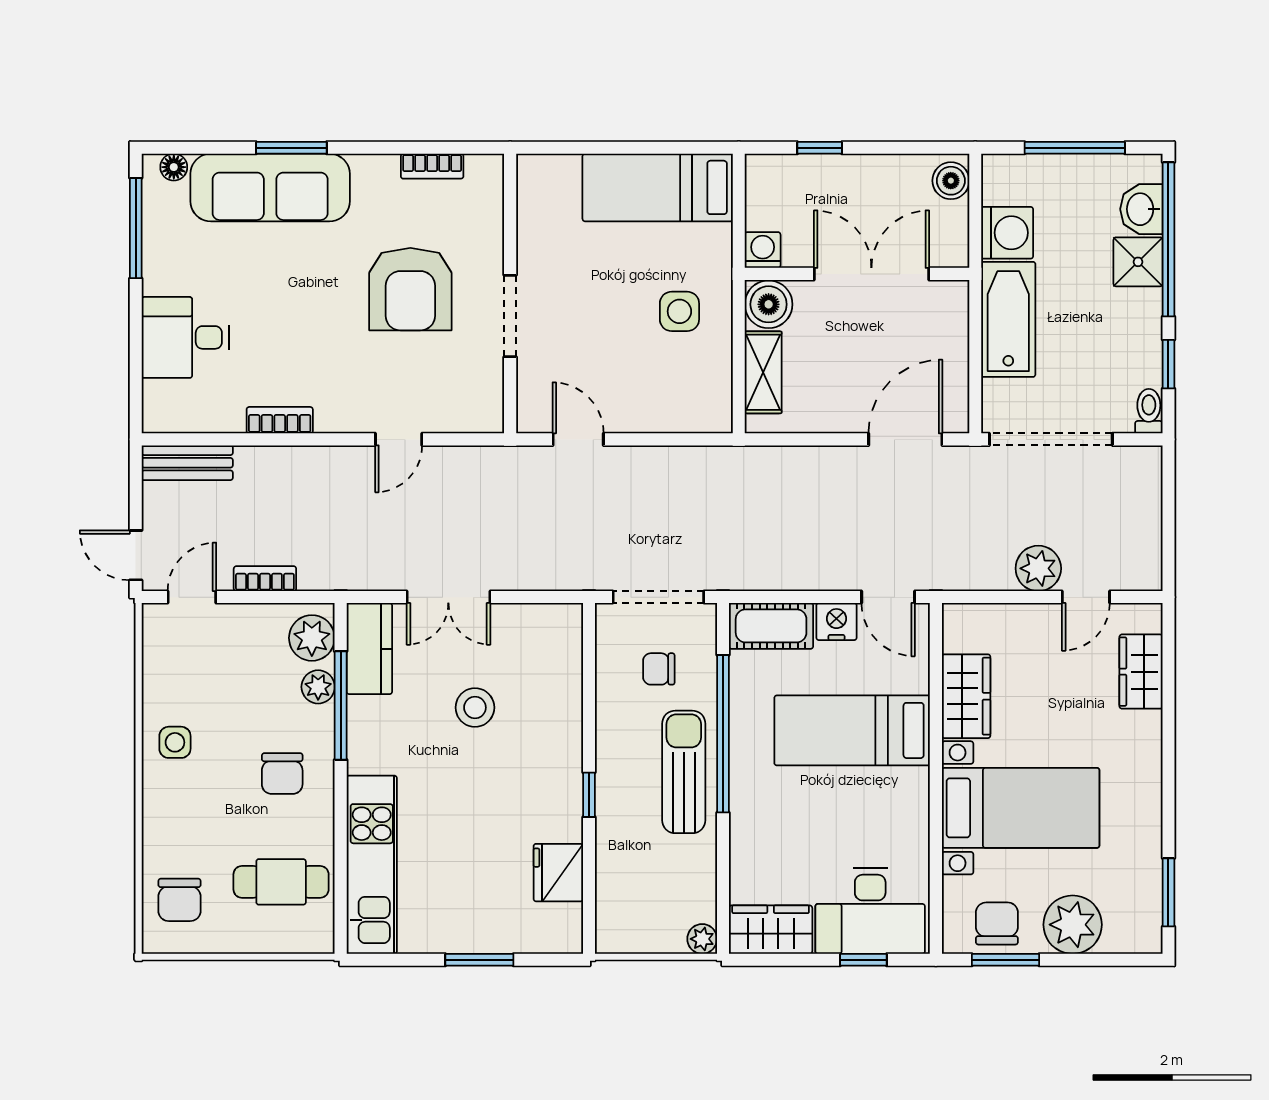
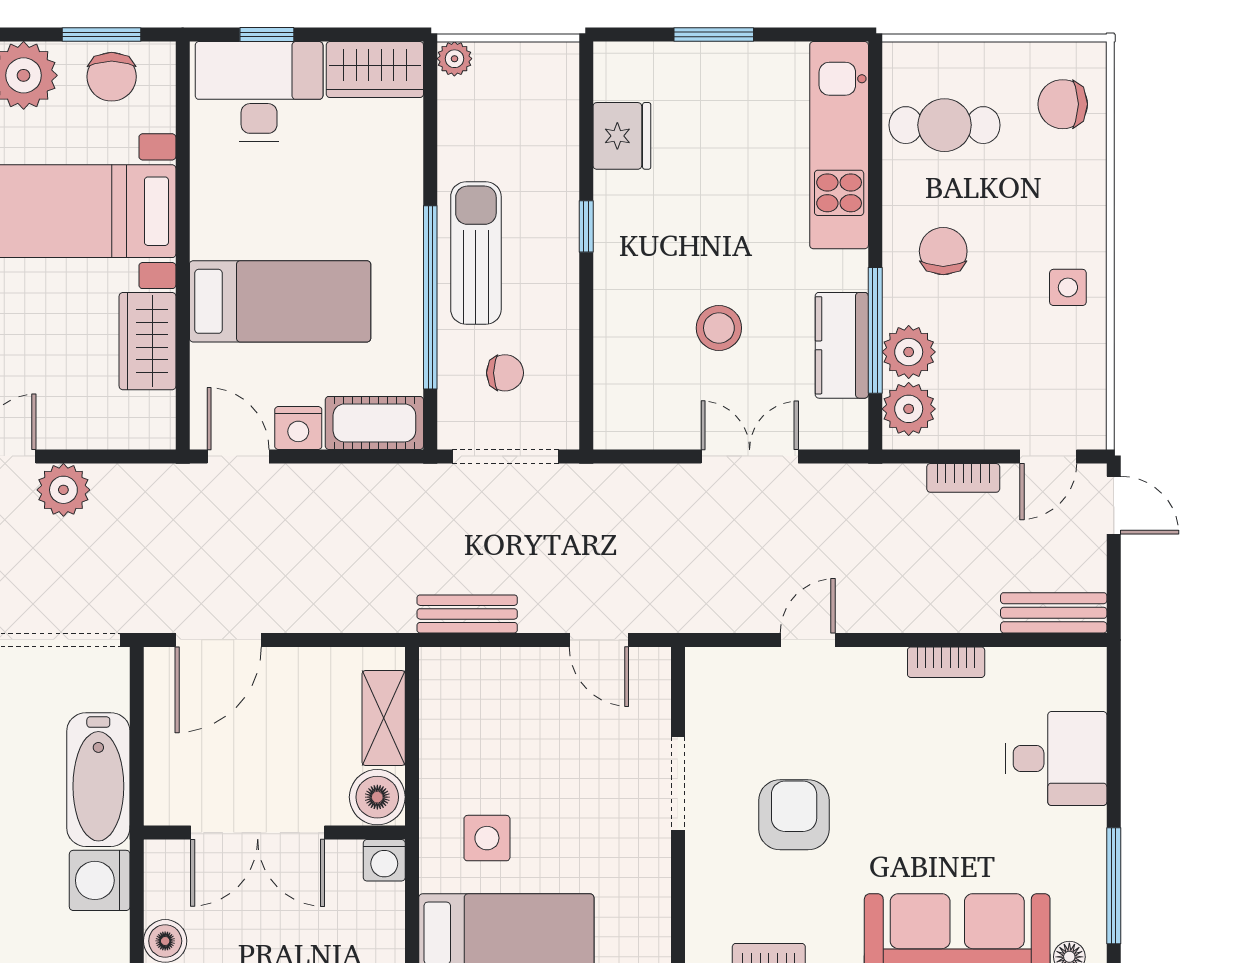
armchair: (410, 289) -> (794, 815), width x0.73, depth x0.73
side table: (679, 311) -> (487, 838), moved
bench: (691, 462) -> (467, 614), added
kitchen counter: (369, 649) -> (842, 345), moved
plant: (318, 687) -> (909, 352), width x1.38, depth x1.38
sun lounger: (684, 772) -> (476, 253), turned 180
chair: (179, 900) -> (1063, 104), turned -90

